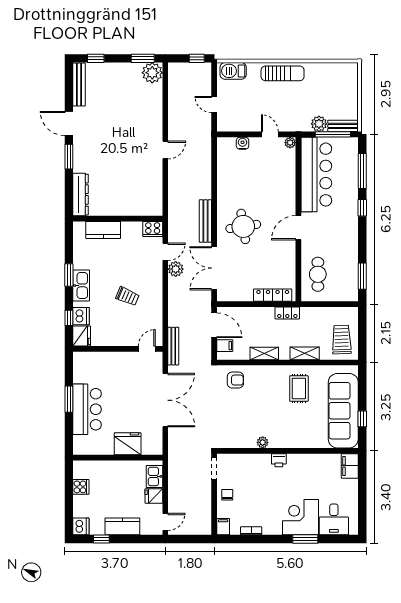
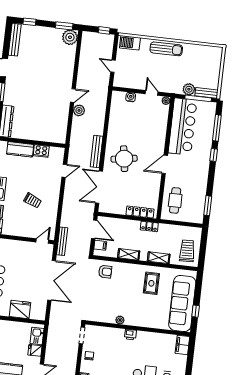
cooker: (153, 229) -> (41, 151), moved
plant: (176, 269) -> (79, 110), moved

